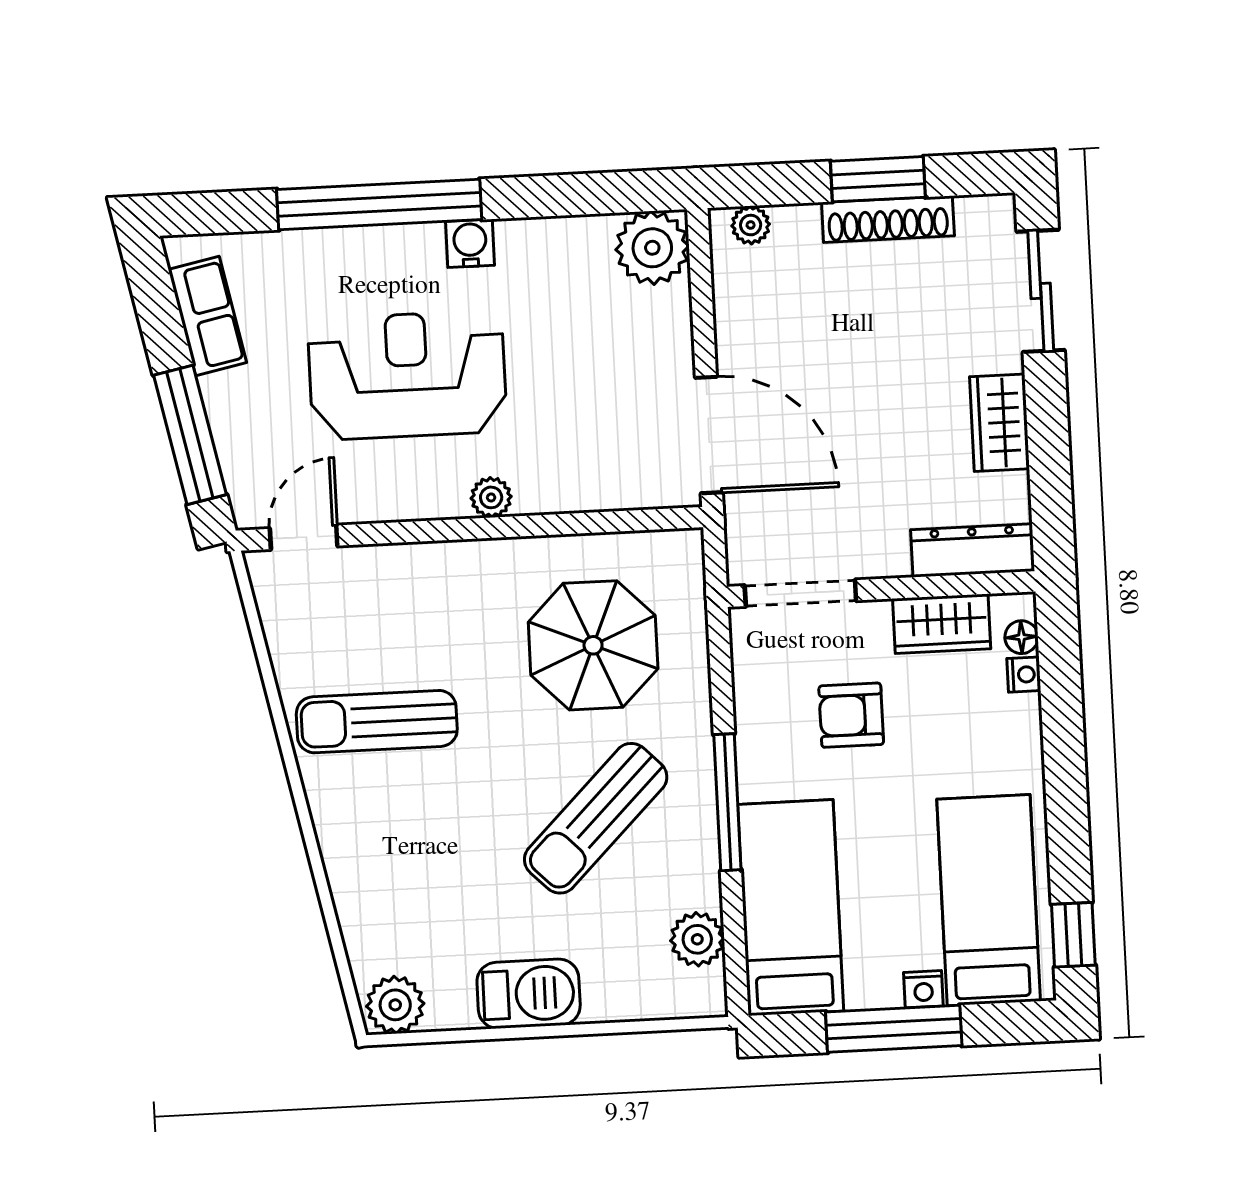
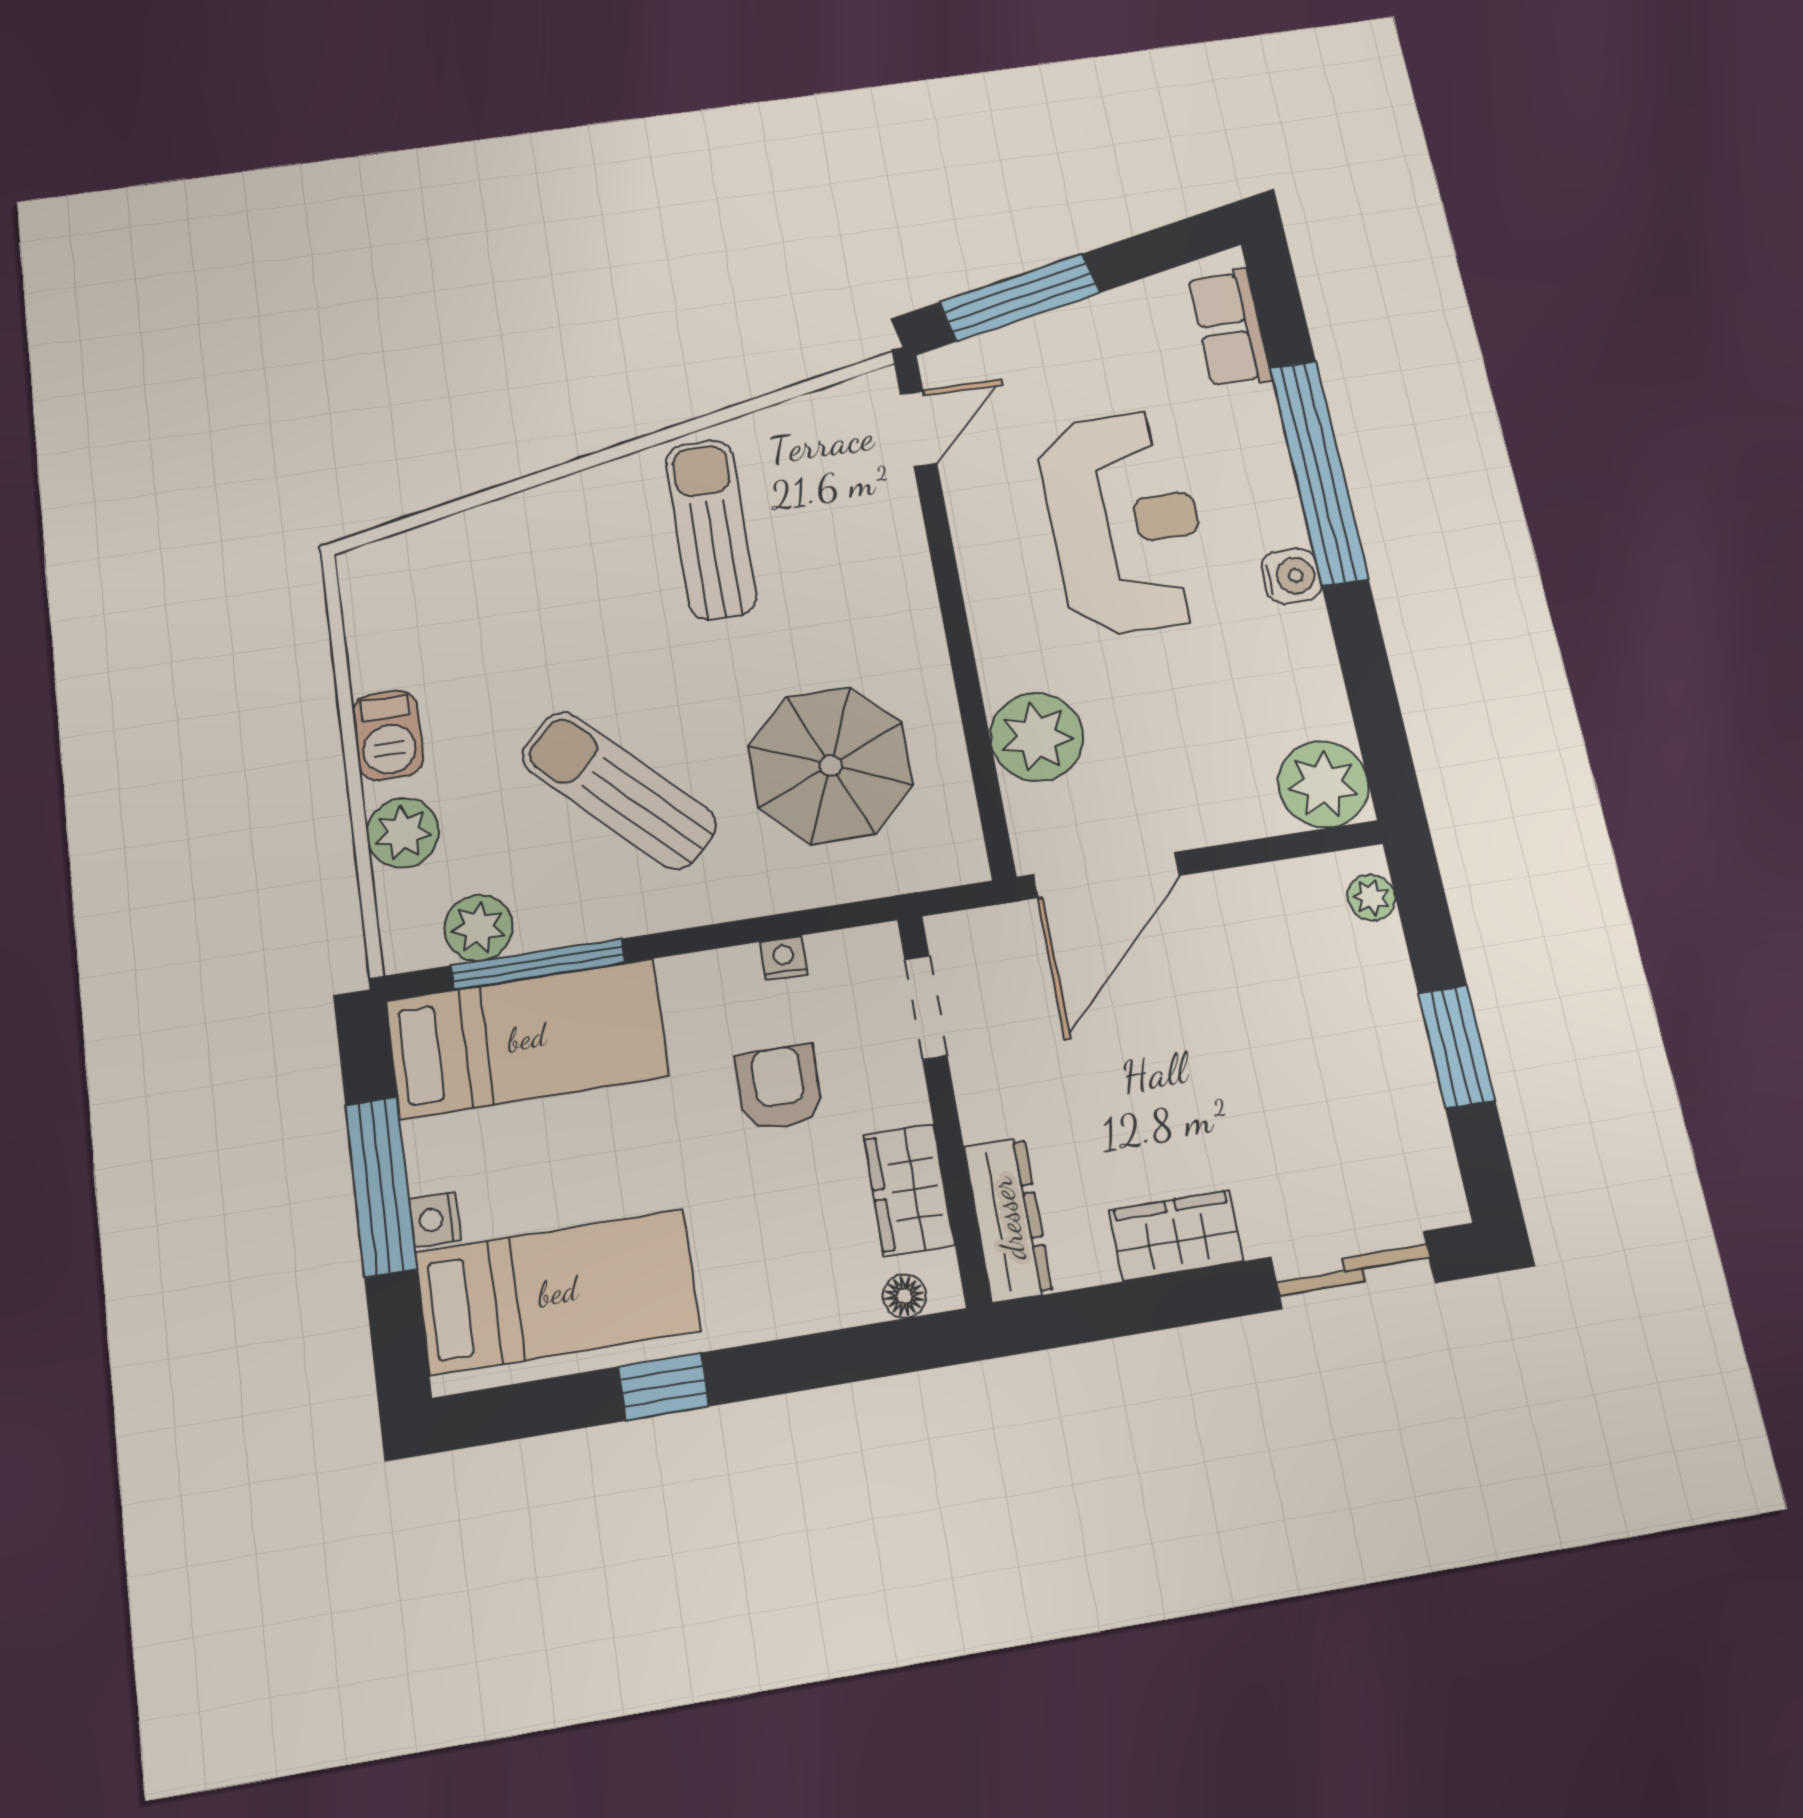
shoe rack: (888, 219) -> (1409, 1065), removed
row of seats: (207, 316) -> (1230, 328), moved, turned 102
plant: (491, 497) -> (1037, 737), moved, width x1.87, depth x1.87
door: (304, 537) -> (919, 429), hinge flipped
doorway: (800, 593) -> (926, 1007), width x0.73
nightstand: (1024, 675) -> (784, 958), moved, turned 180
window: (727, 802) -> (538, 964), moved
window: (1073, 935) -> (663, 1387), moved
barbecue: (529, 994) -> (388, 735), width x0.73, depth x0.79
plant: (395, 1005) -> (403, 833), moved

